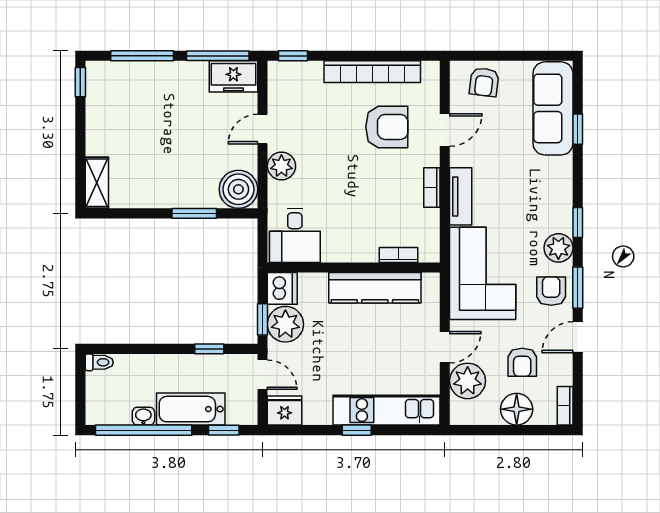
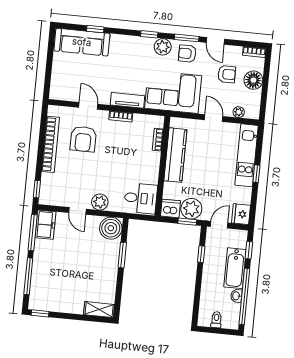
armchair: (484, 82) -> (63, 80), removed
armchair: (387, 127) -> (83, 139), turned 180
toilet: (99, 362) -> (216, 320), moved
plant: (468, 381) -> (239, 112), width x0.53, depth x0.53

